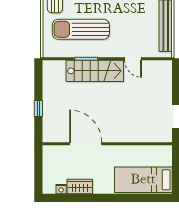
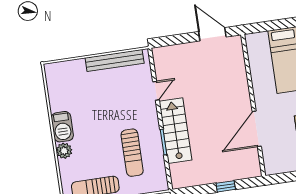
sun lounger: (81, 29) -> (132, 153), width x0.73, depth x0.75

